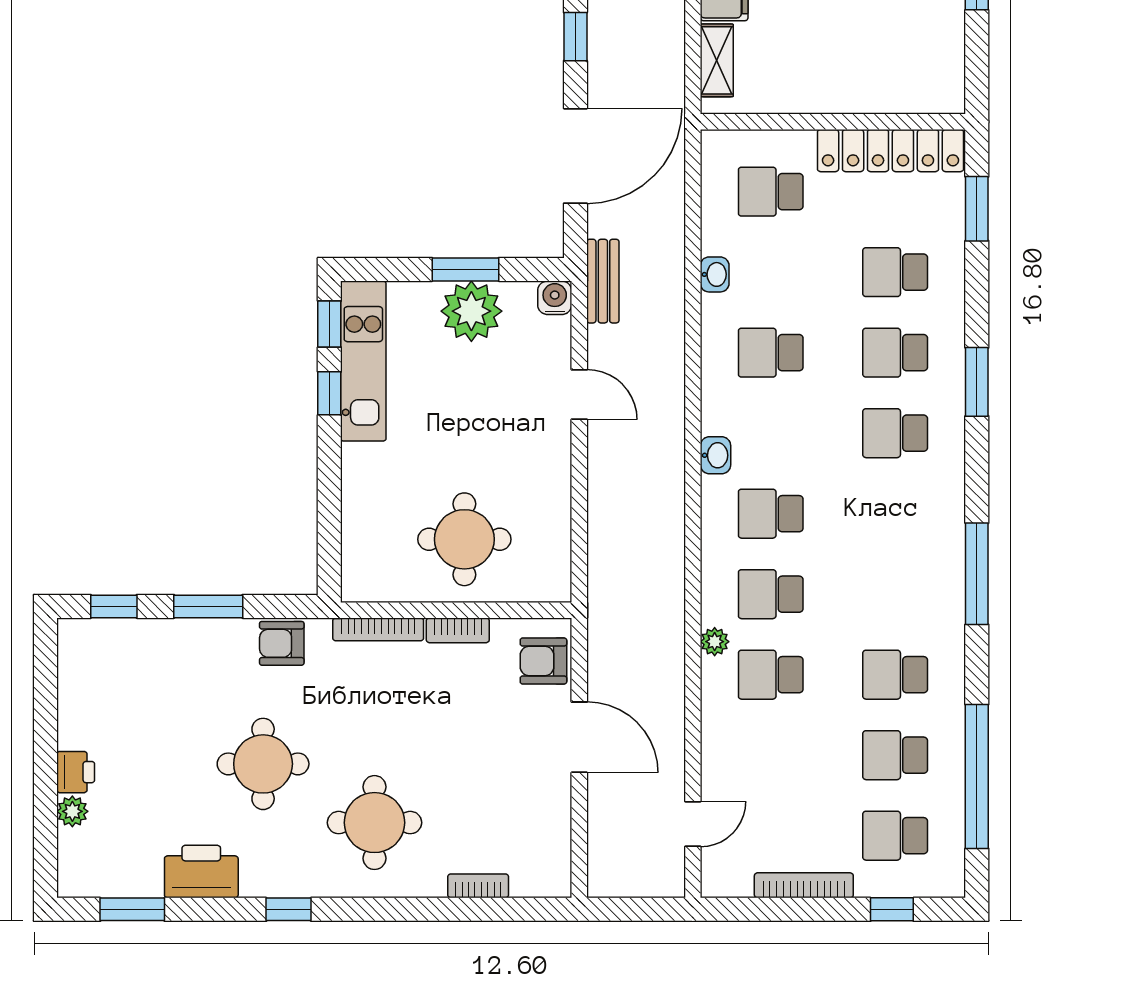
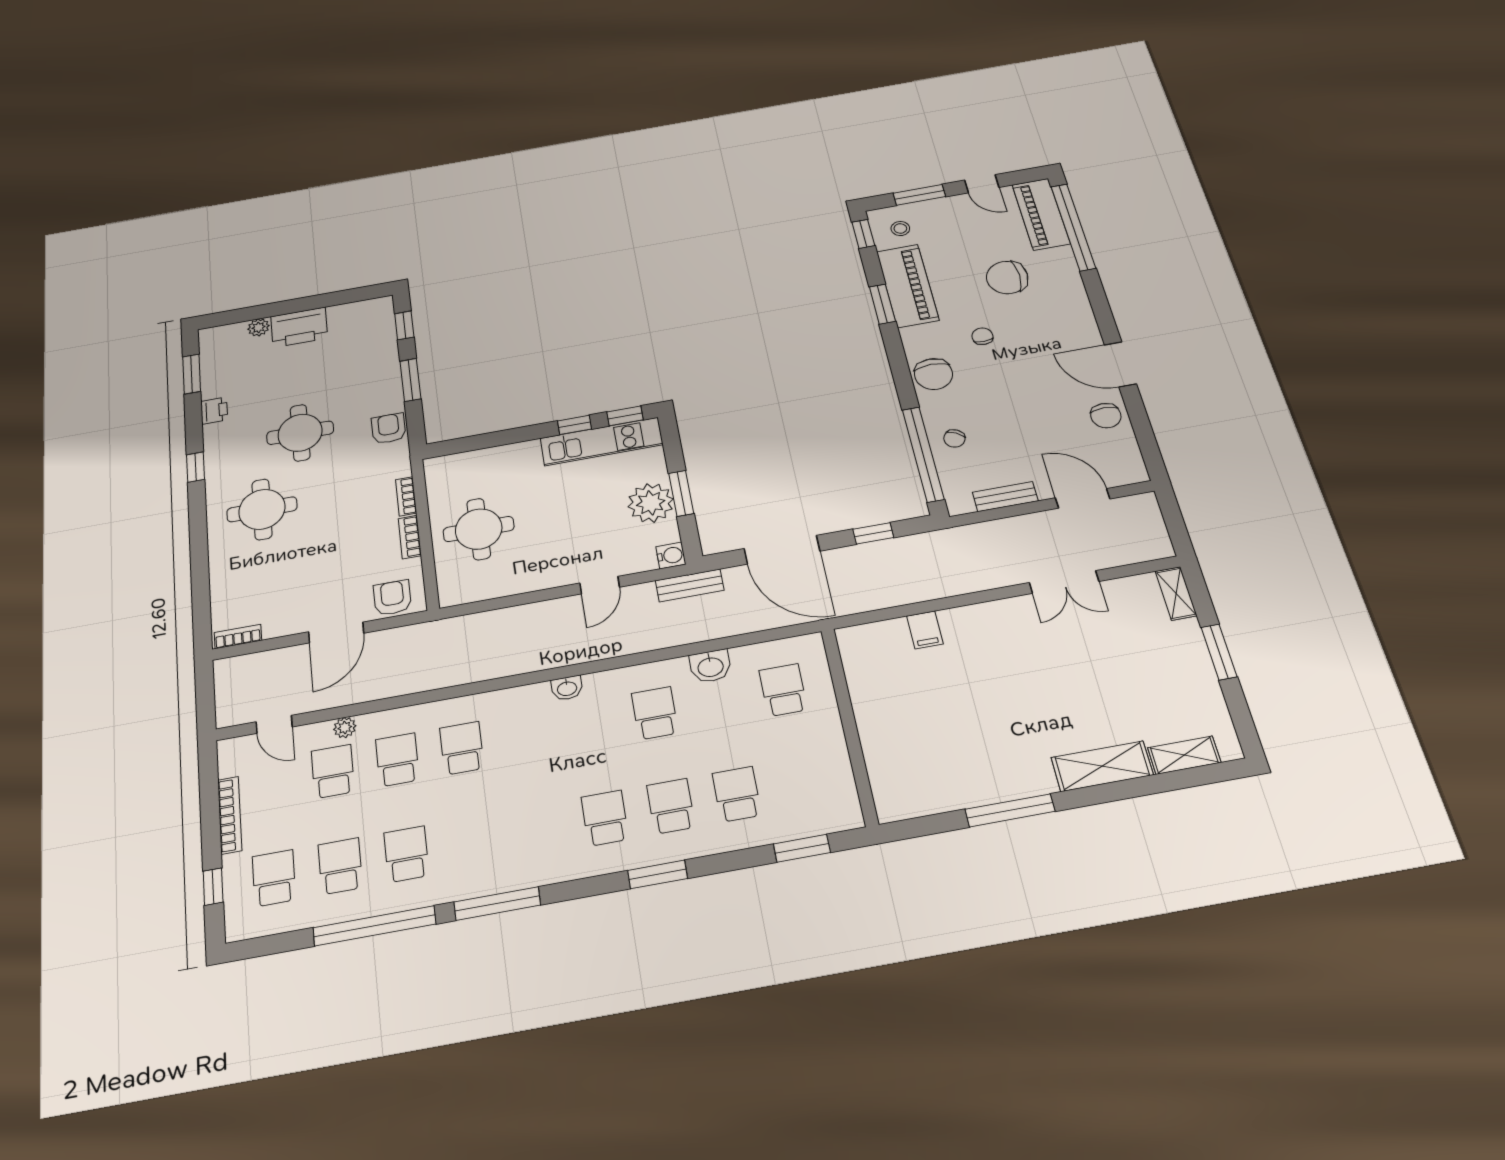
shelving: (717, 60) -> (879, 633), removed
locker: (890, 151) -> (836, 773), removed
washbasin: (715, 274) -> (710, 666), width x1.38, depth x1.45
school desk: (771, 514) -> (333, 771), moved
bookcase: (378, 629) -> (406, 496), width x0.64
plant: (715, 642) -> (345, 728), moved
printer: (76, 772) -> (299, 327), width x1.87, depth x1.48
window: (977, 777) -> (375, 926), moved
printer: (201, 872) -> (214, 411), width x0.53, depth x0.68
bookcase: (478, 886) -> (238, 637), moved, turned -90

